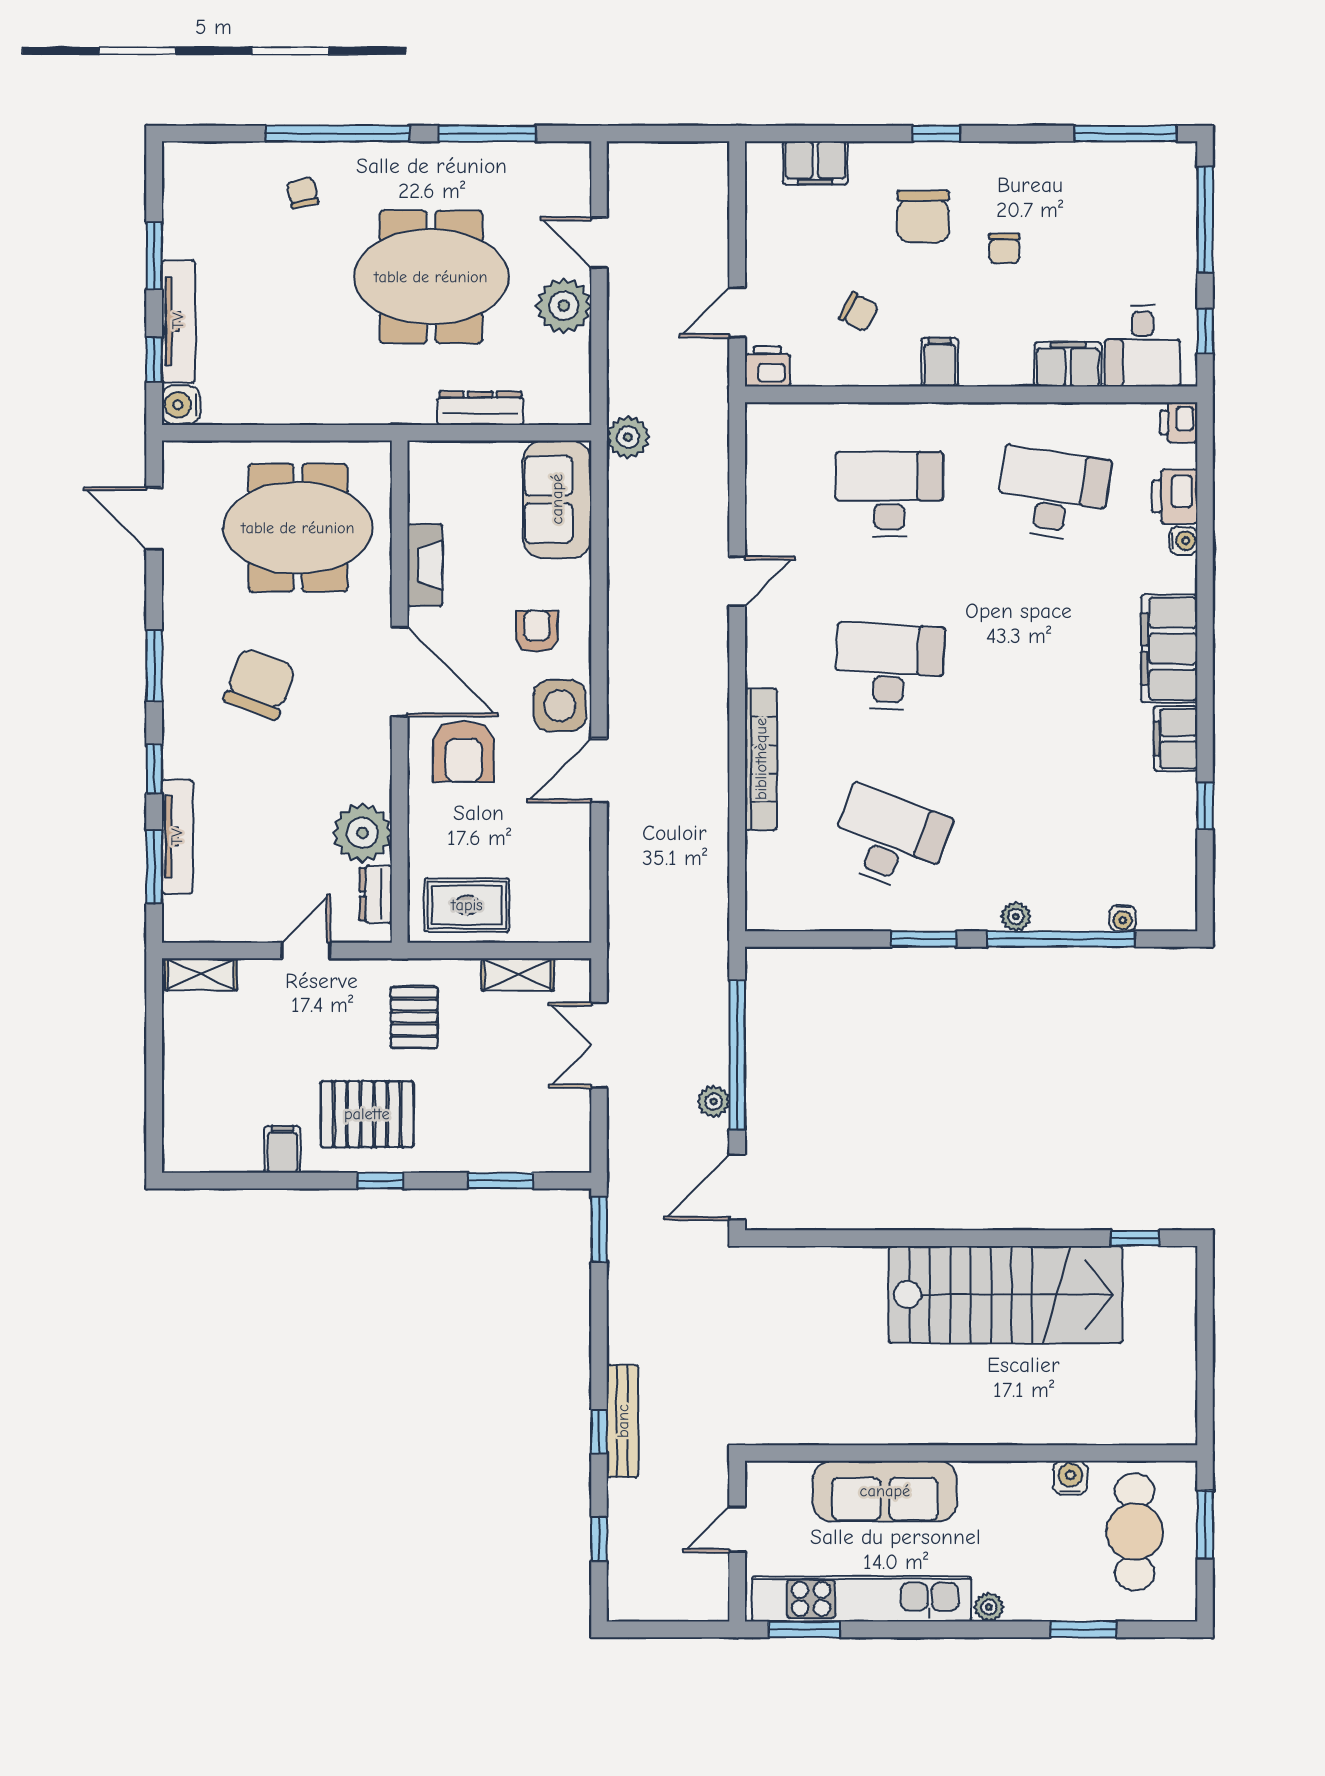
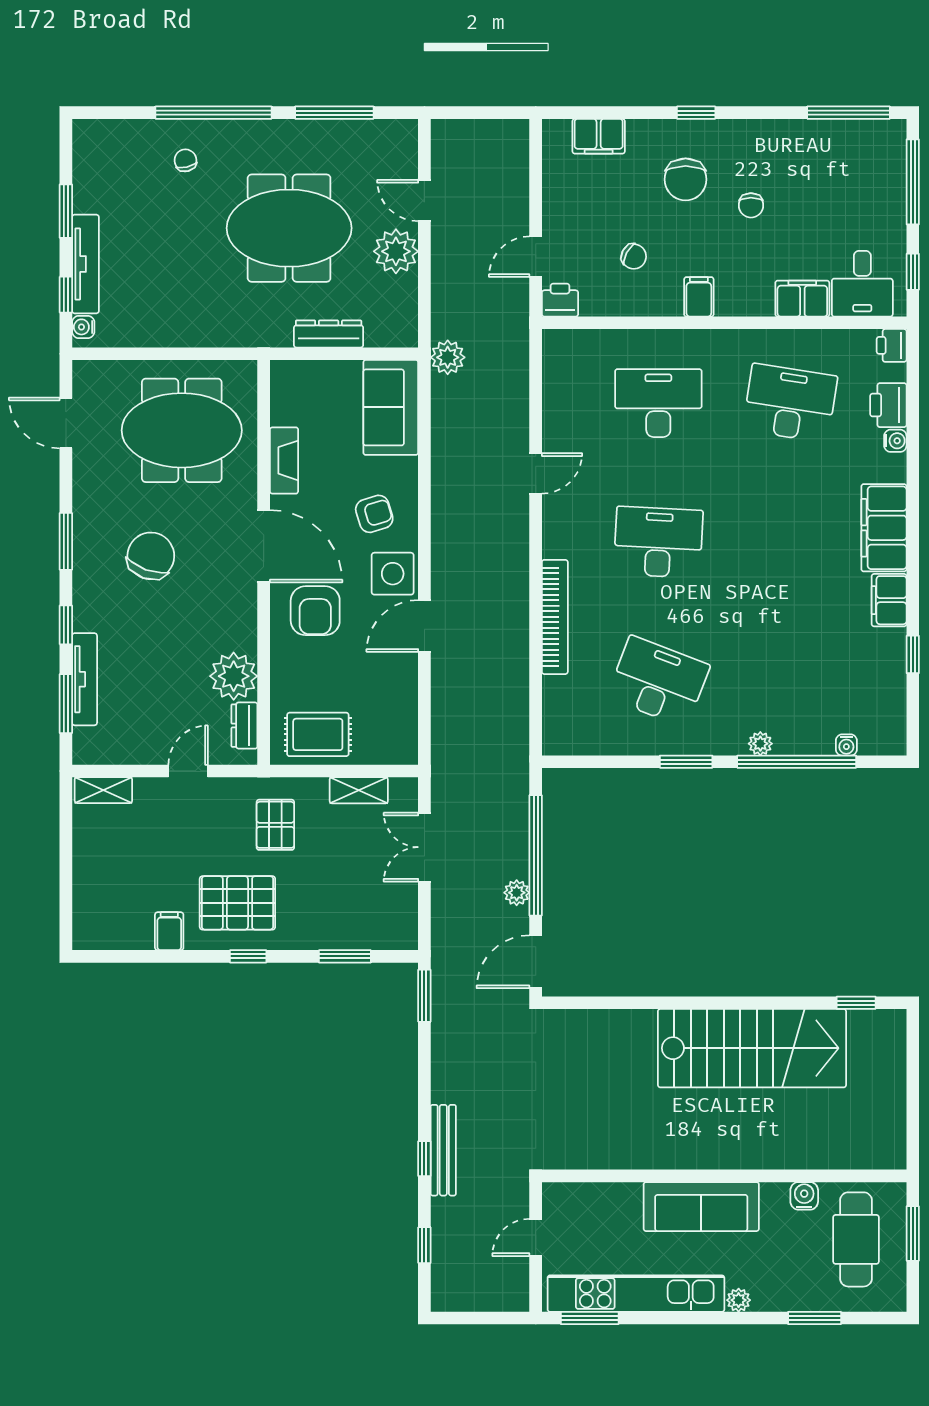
water cooler: (181, 405) -> (83, 327), width x0.72, depth x0.72
armchair: (537, 631) -> (374, 514), turned 73
sofa: (885, 1491) -> (701, 1207), moved

